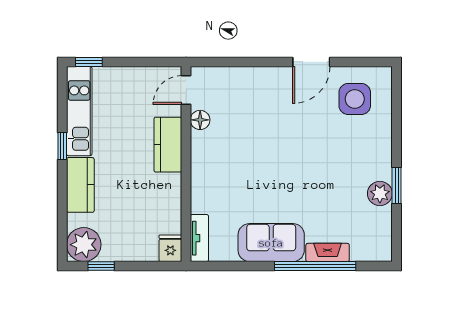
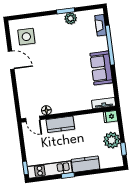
plant: (84, 245) -> (112, 140), moved
fireplace: (328, 252) -> (101, 25), moved

